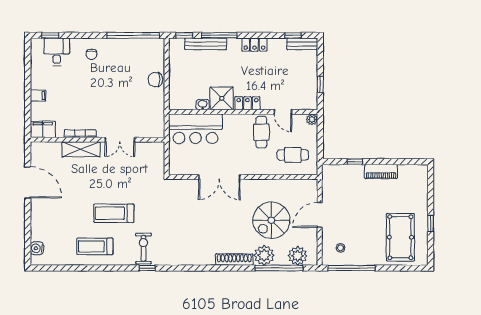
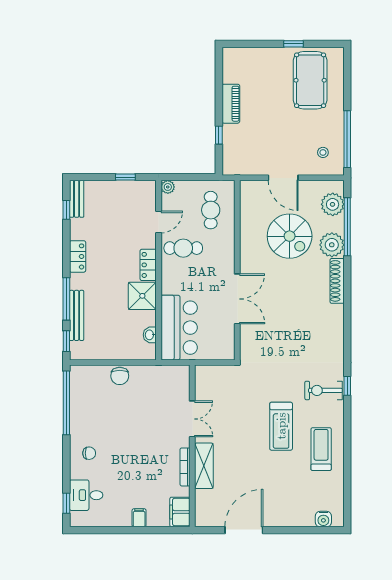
washbasin: (203, 104) -> (150, 335), moved
pool table: (400, 237) -> (310, 80), turned 90
treadmill: (95, 246) -> (321, 449), turned 180

